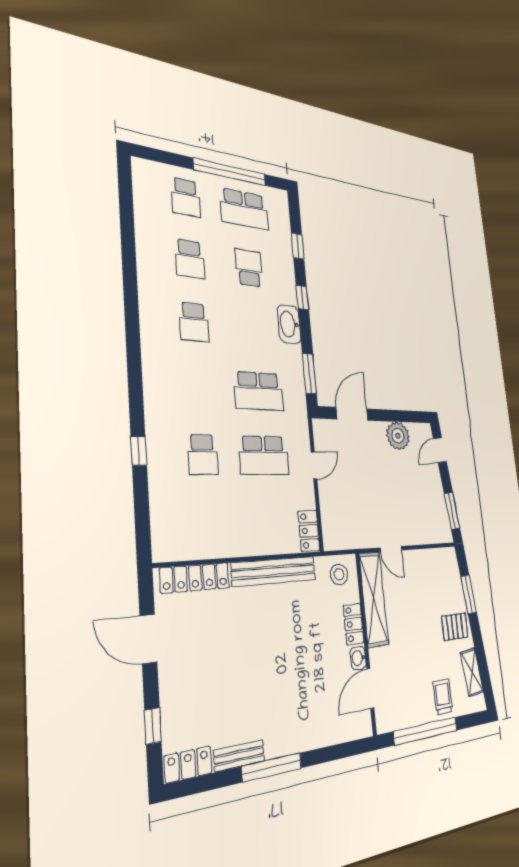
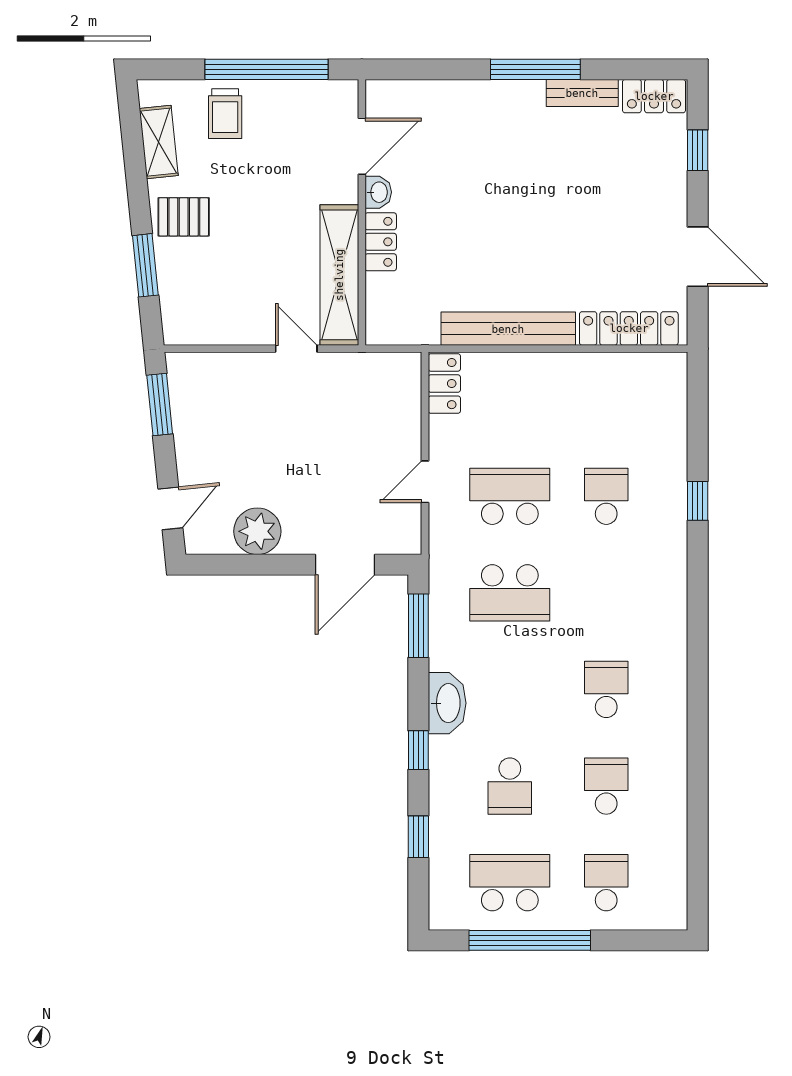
school desk: (259, 391) -> (510, 593), turned 180
stool: (339, 574) -> (398, 316), removed

